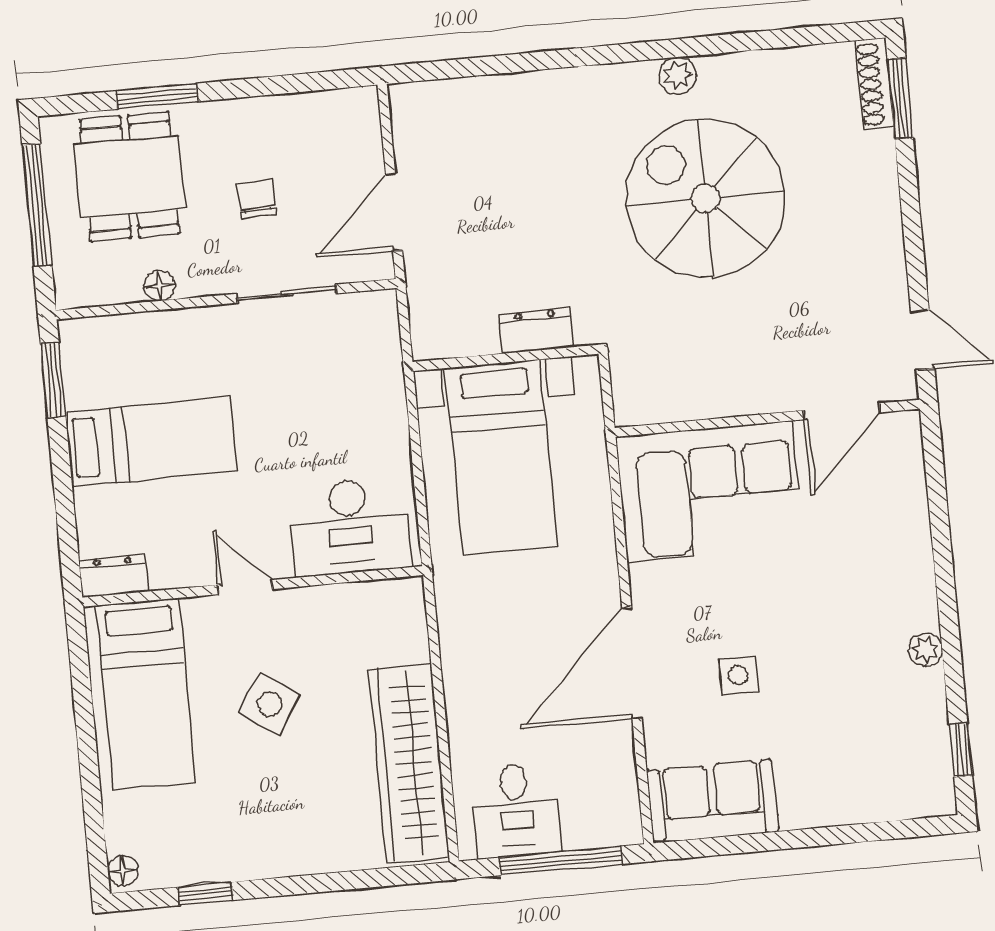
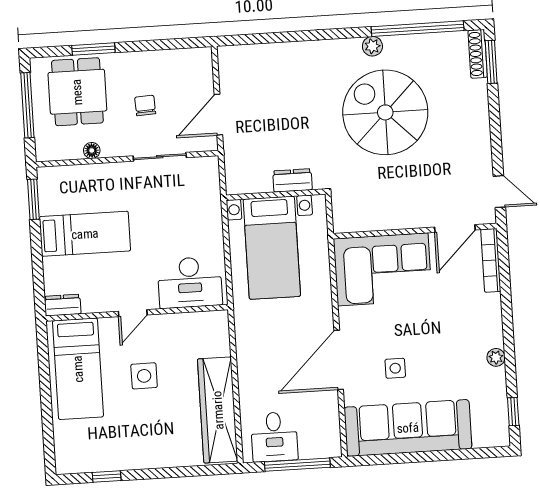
window: (761, 40) -> (418, 29), added
bookcase: (911, 469) -> (491, 260), added
door: (245, 587) -> (133, 313), swing flipped
side table: (270, 704) -> (144, 376), turned -34
sofa: (713, 801) -> (408, 428), width x1.85, depth x1.27
floor lamp: (123, 870) -> (63, 463), removed

